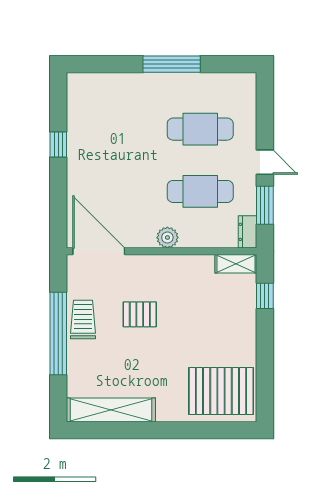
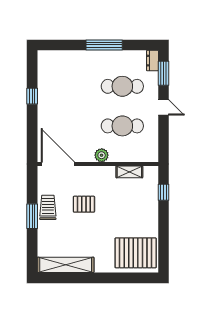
window: (265, 205) -> (163, 73), moved
dresser: (248, 232) -> (152, 61), moved
shelving: (236, 264) -> (129, 172), moved
window: (58, 333) -> (32, 216), width x0.47

